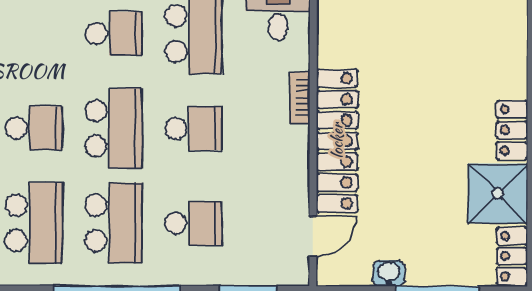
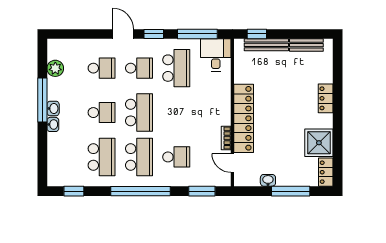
bookcase: (300, 98) -> (226, 138), moved
school desk: (193, 128) -> (102, 68), moved
locker: (512, 130) -> (326, 98), moved
door: (313, 236) -> (232, 163), swing flipped

